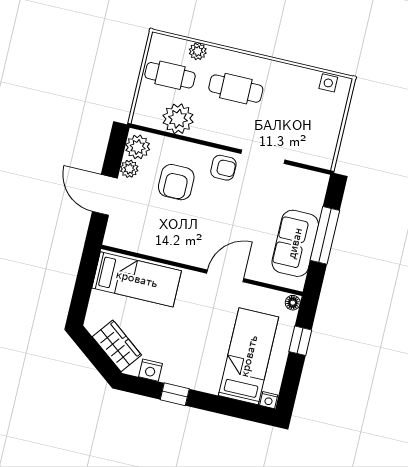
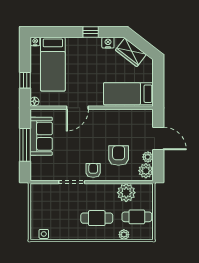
armchair: (223, 168) -> (93, 170), turned 90

